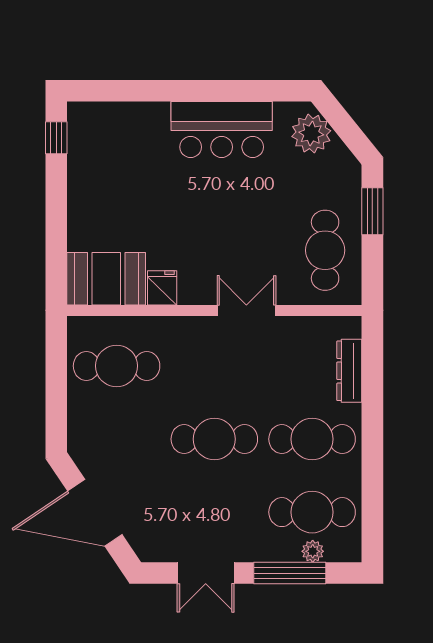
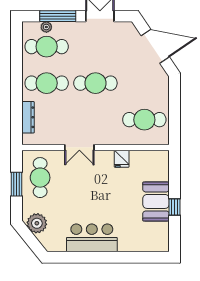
plant: (311, 134) -> (37, 223), moved
window: (56, 138) -> (175, 207), moved
window: (372, 211) -> (16, 184), moved
booth: (106, 279) -> (156, 201), moved, turned 90

